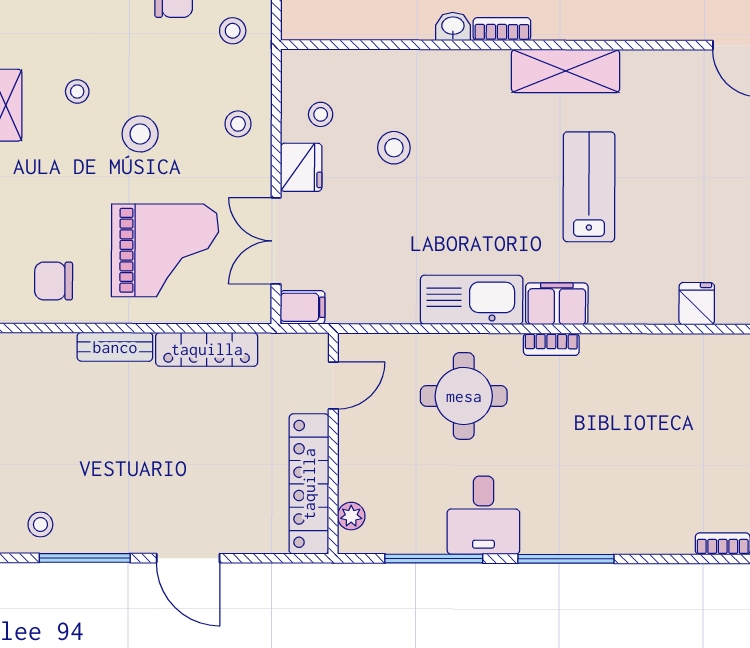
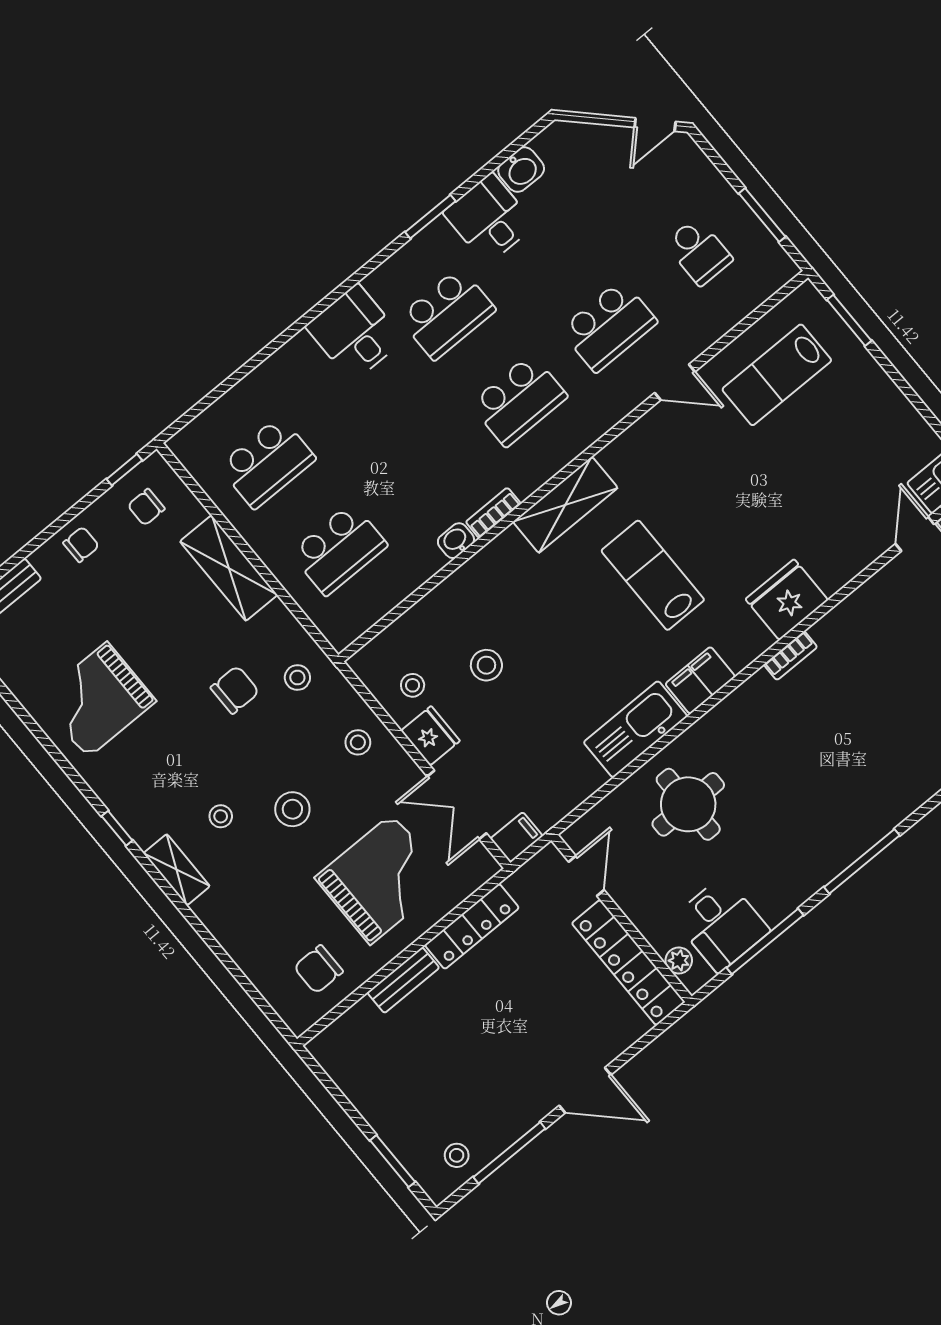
fridge: (697, 304) -> (787, 600), width x1.88, depth x1.34
bookcase: (551, 344) -> (790, 656), moved
desk: (483, 515) -> (721, 924), moved

